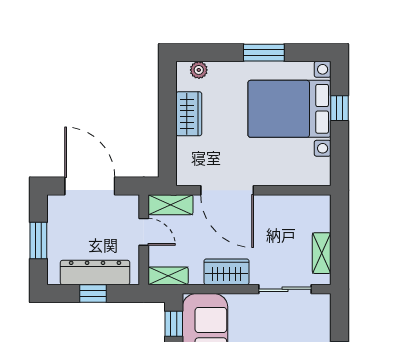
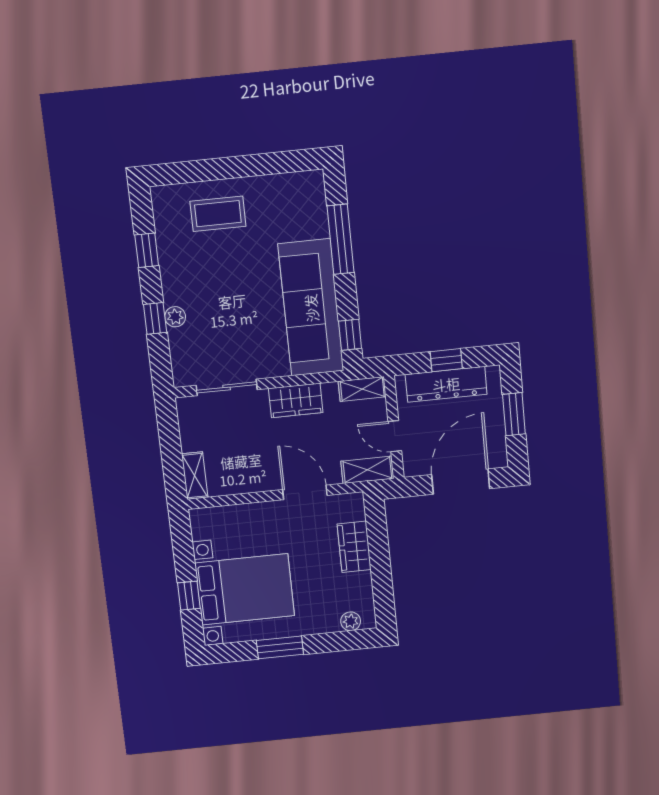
wardrobe: (189, 114) -> (354, 547), moved
door: (90, 186) -> (461, 482), swing flipped
door: (227, 190) -> (305, 492), width x0.73
shelving: (322, 253) -> (195, 476), moved

